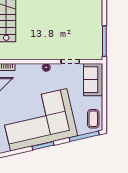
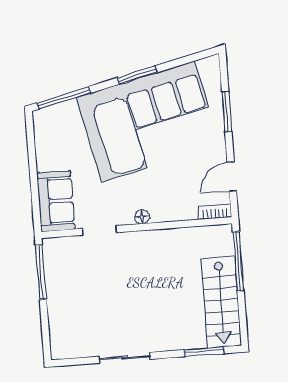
coffee table: (93, 119) -> (50, 131), removed

